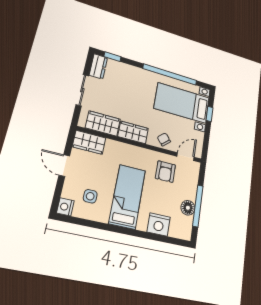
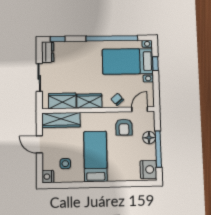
wardrobe: (89, 142) -> (61, 120), width x1.50
floor lamp: (188, 208) -> (149, 138), moved
nightstand: (159, 224) -> (148, 170), moved, turned -90

